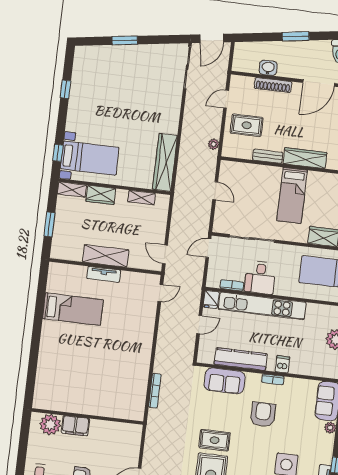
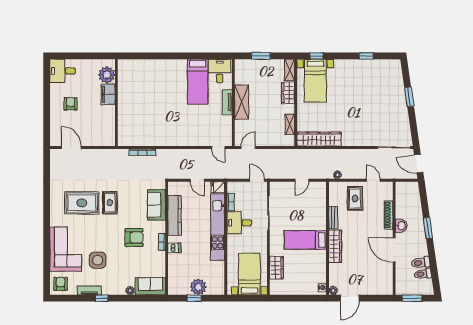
washbasin: (268, 68) -> (401, 226), moved
desk: (63, 279) -> (220, 71), added

